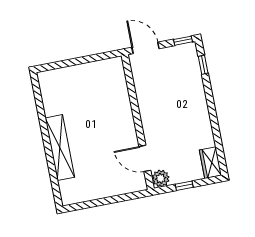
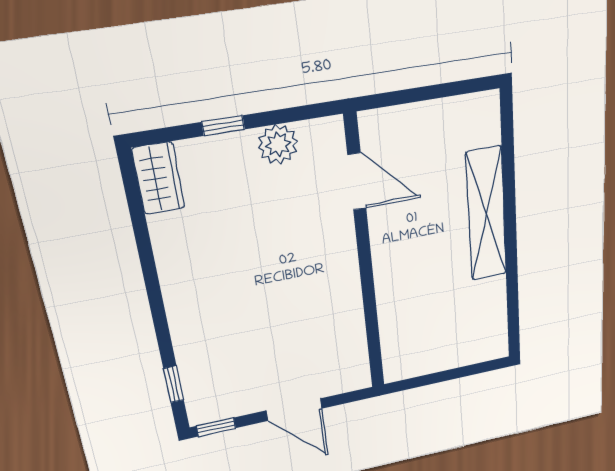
wall: (138, 122) -> (365, 258), moved
door: (145, 158) -> (357, 182), moved

